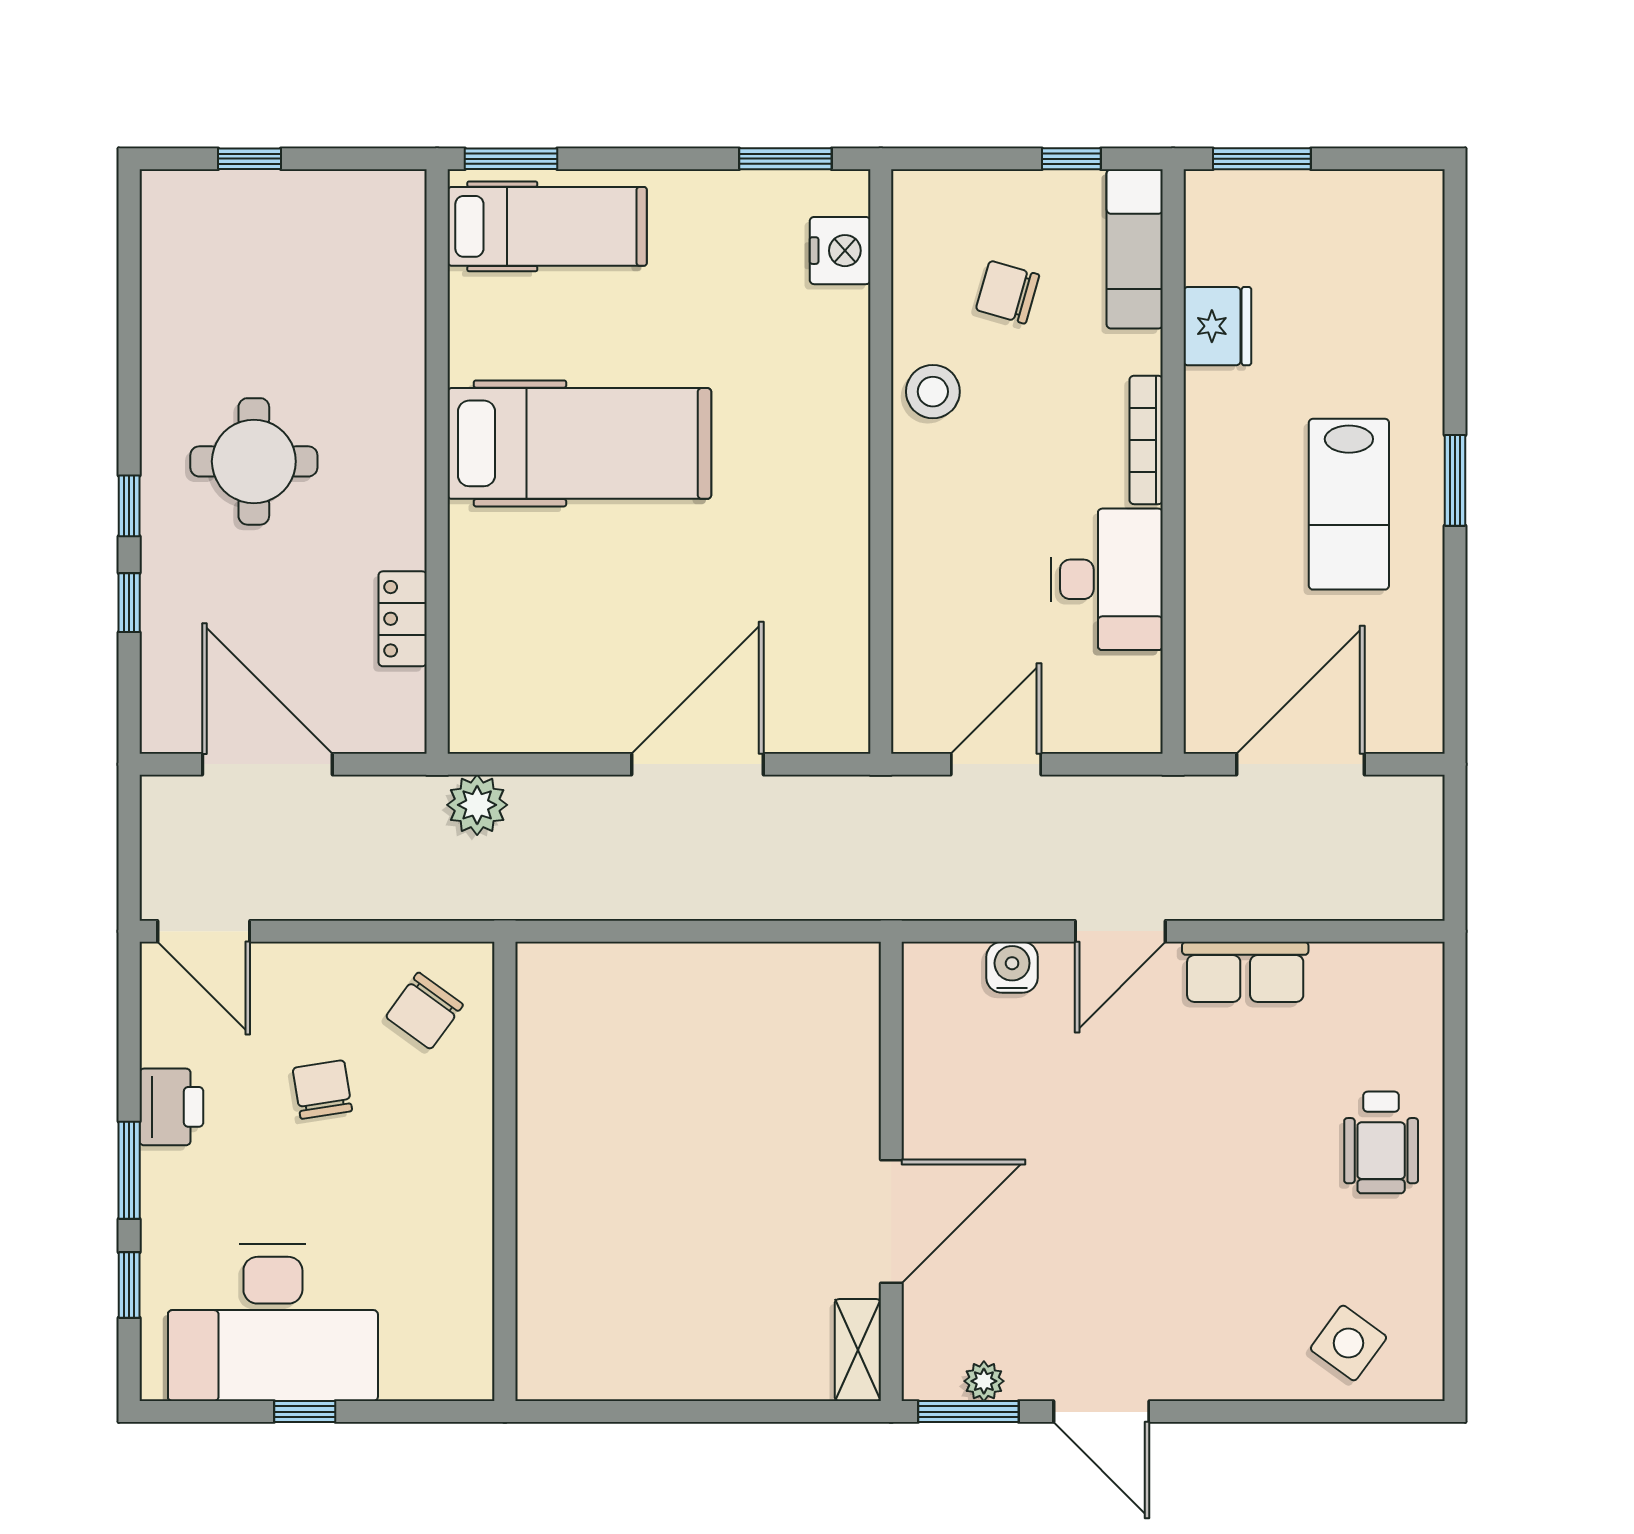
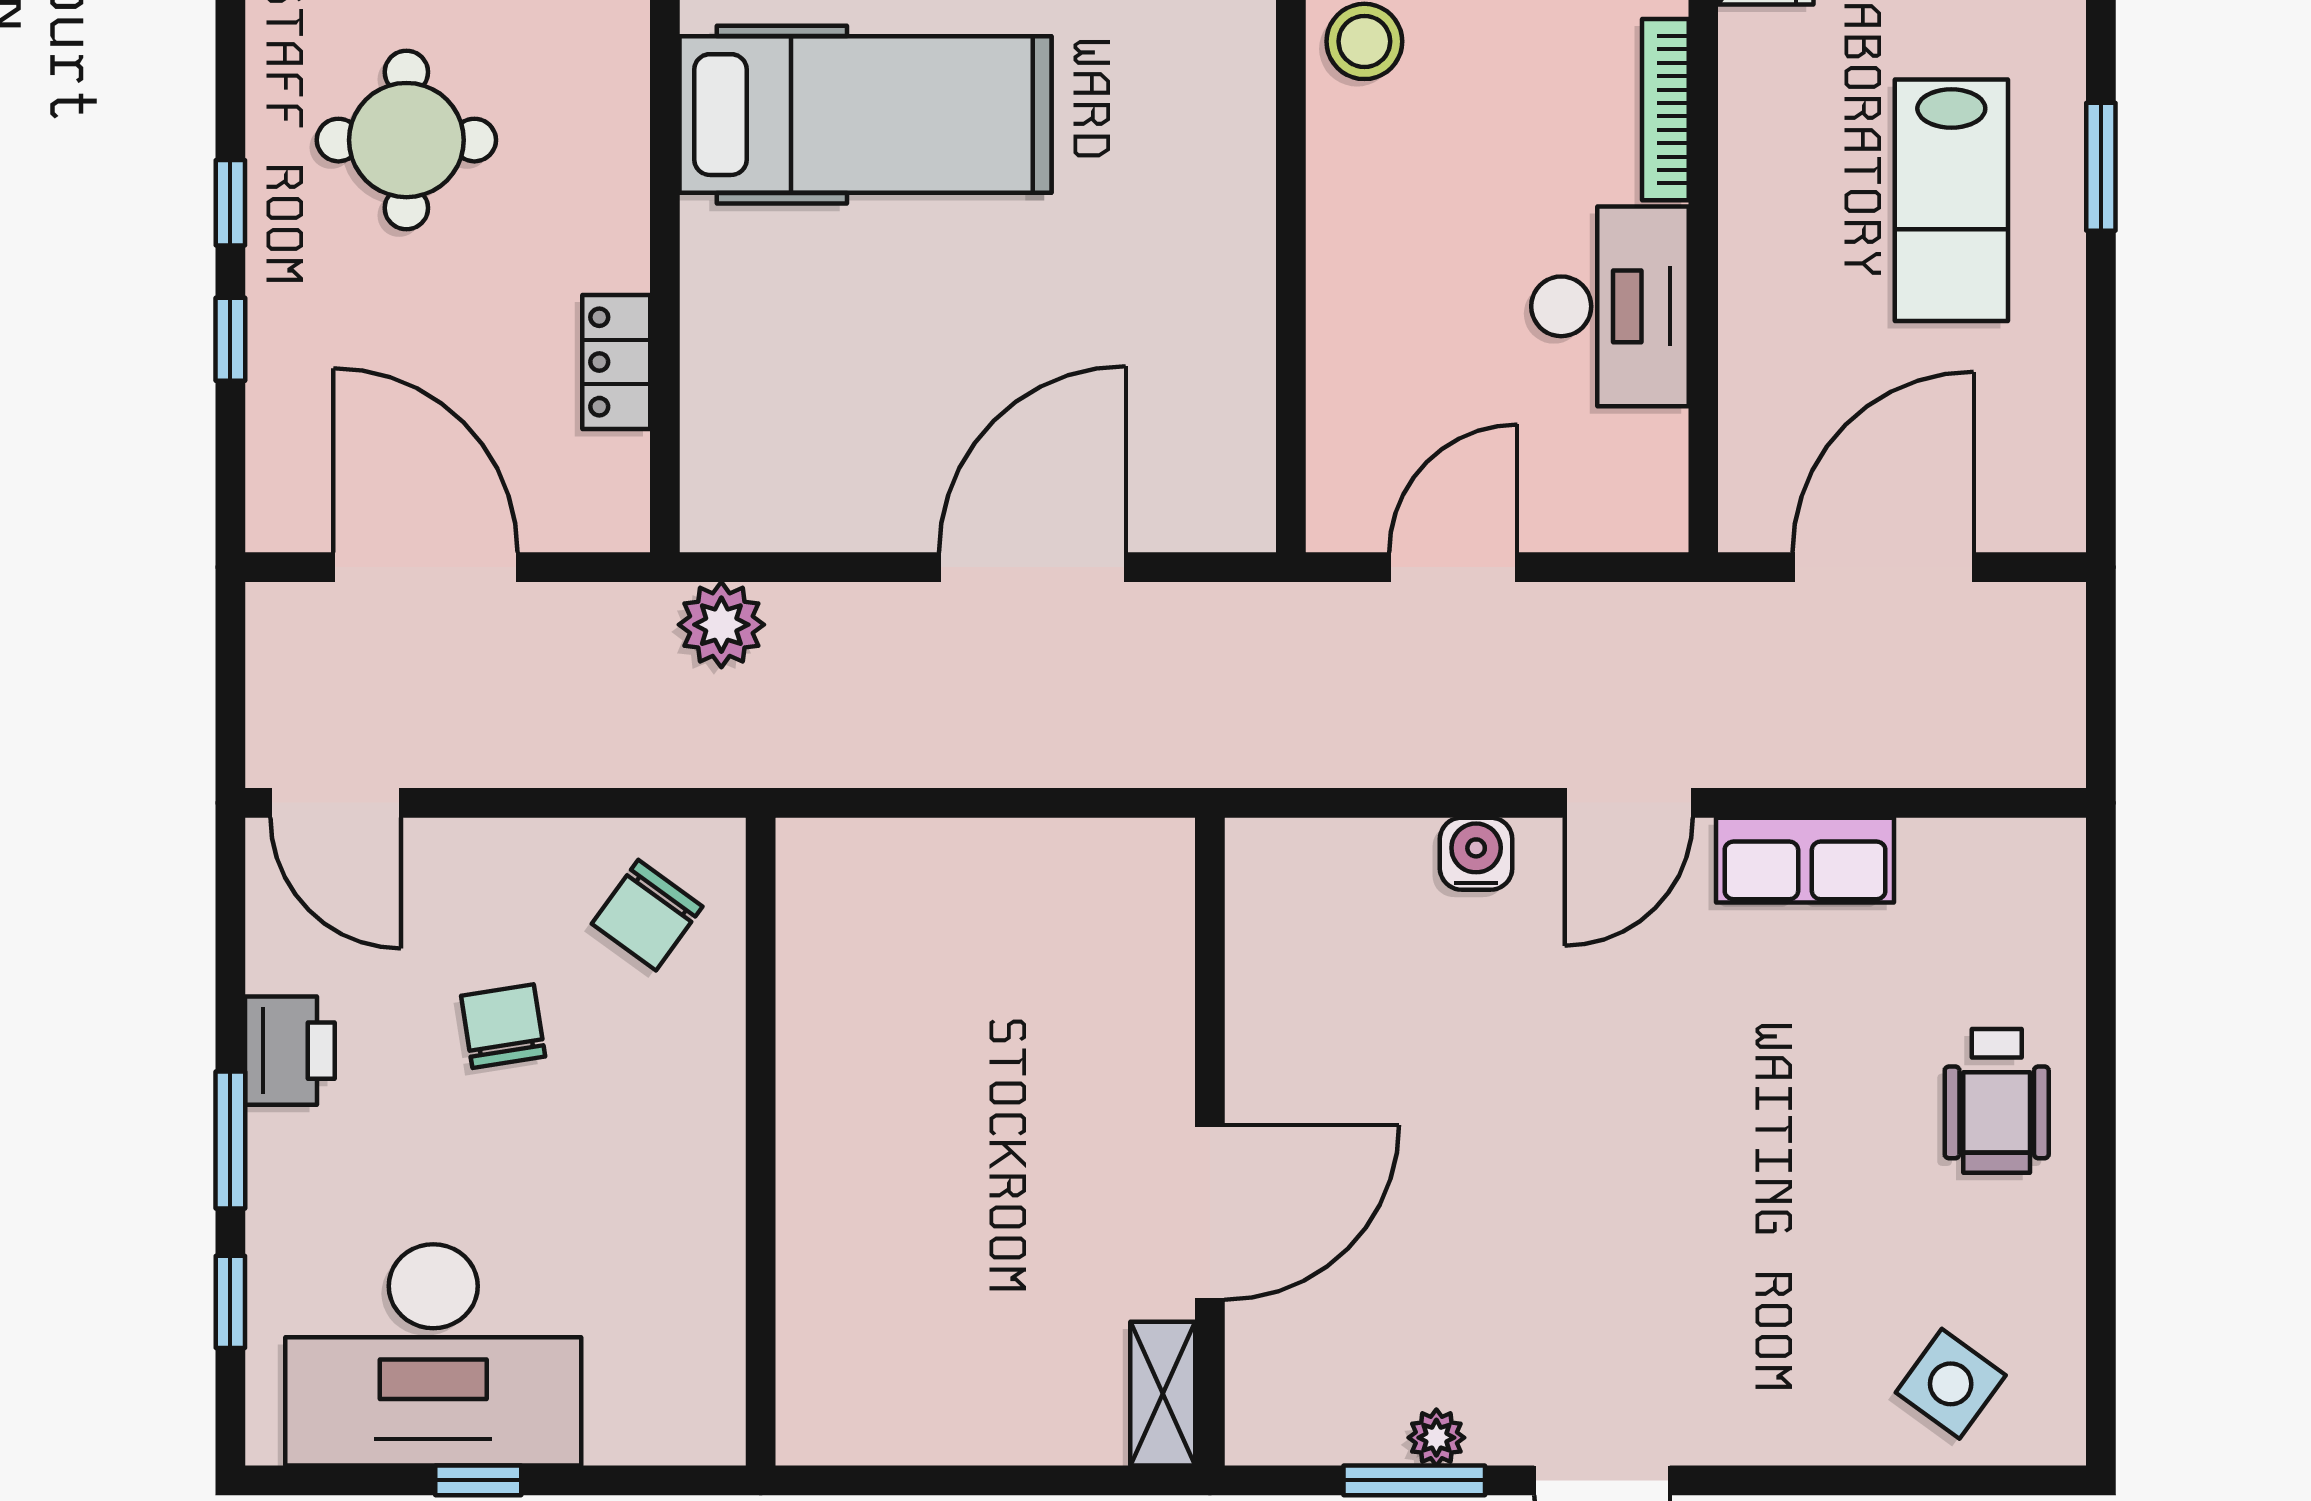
wall: (891, 1171) -> (1210, 1142), moved
door: (891, 1221) -> (1210, 1212), moved
shelving: (858, 1350) -> (1163, 1394), moved

